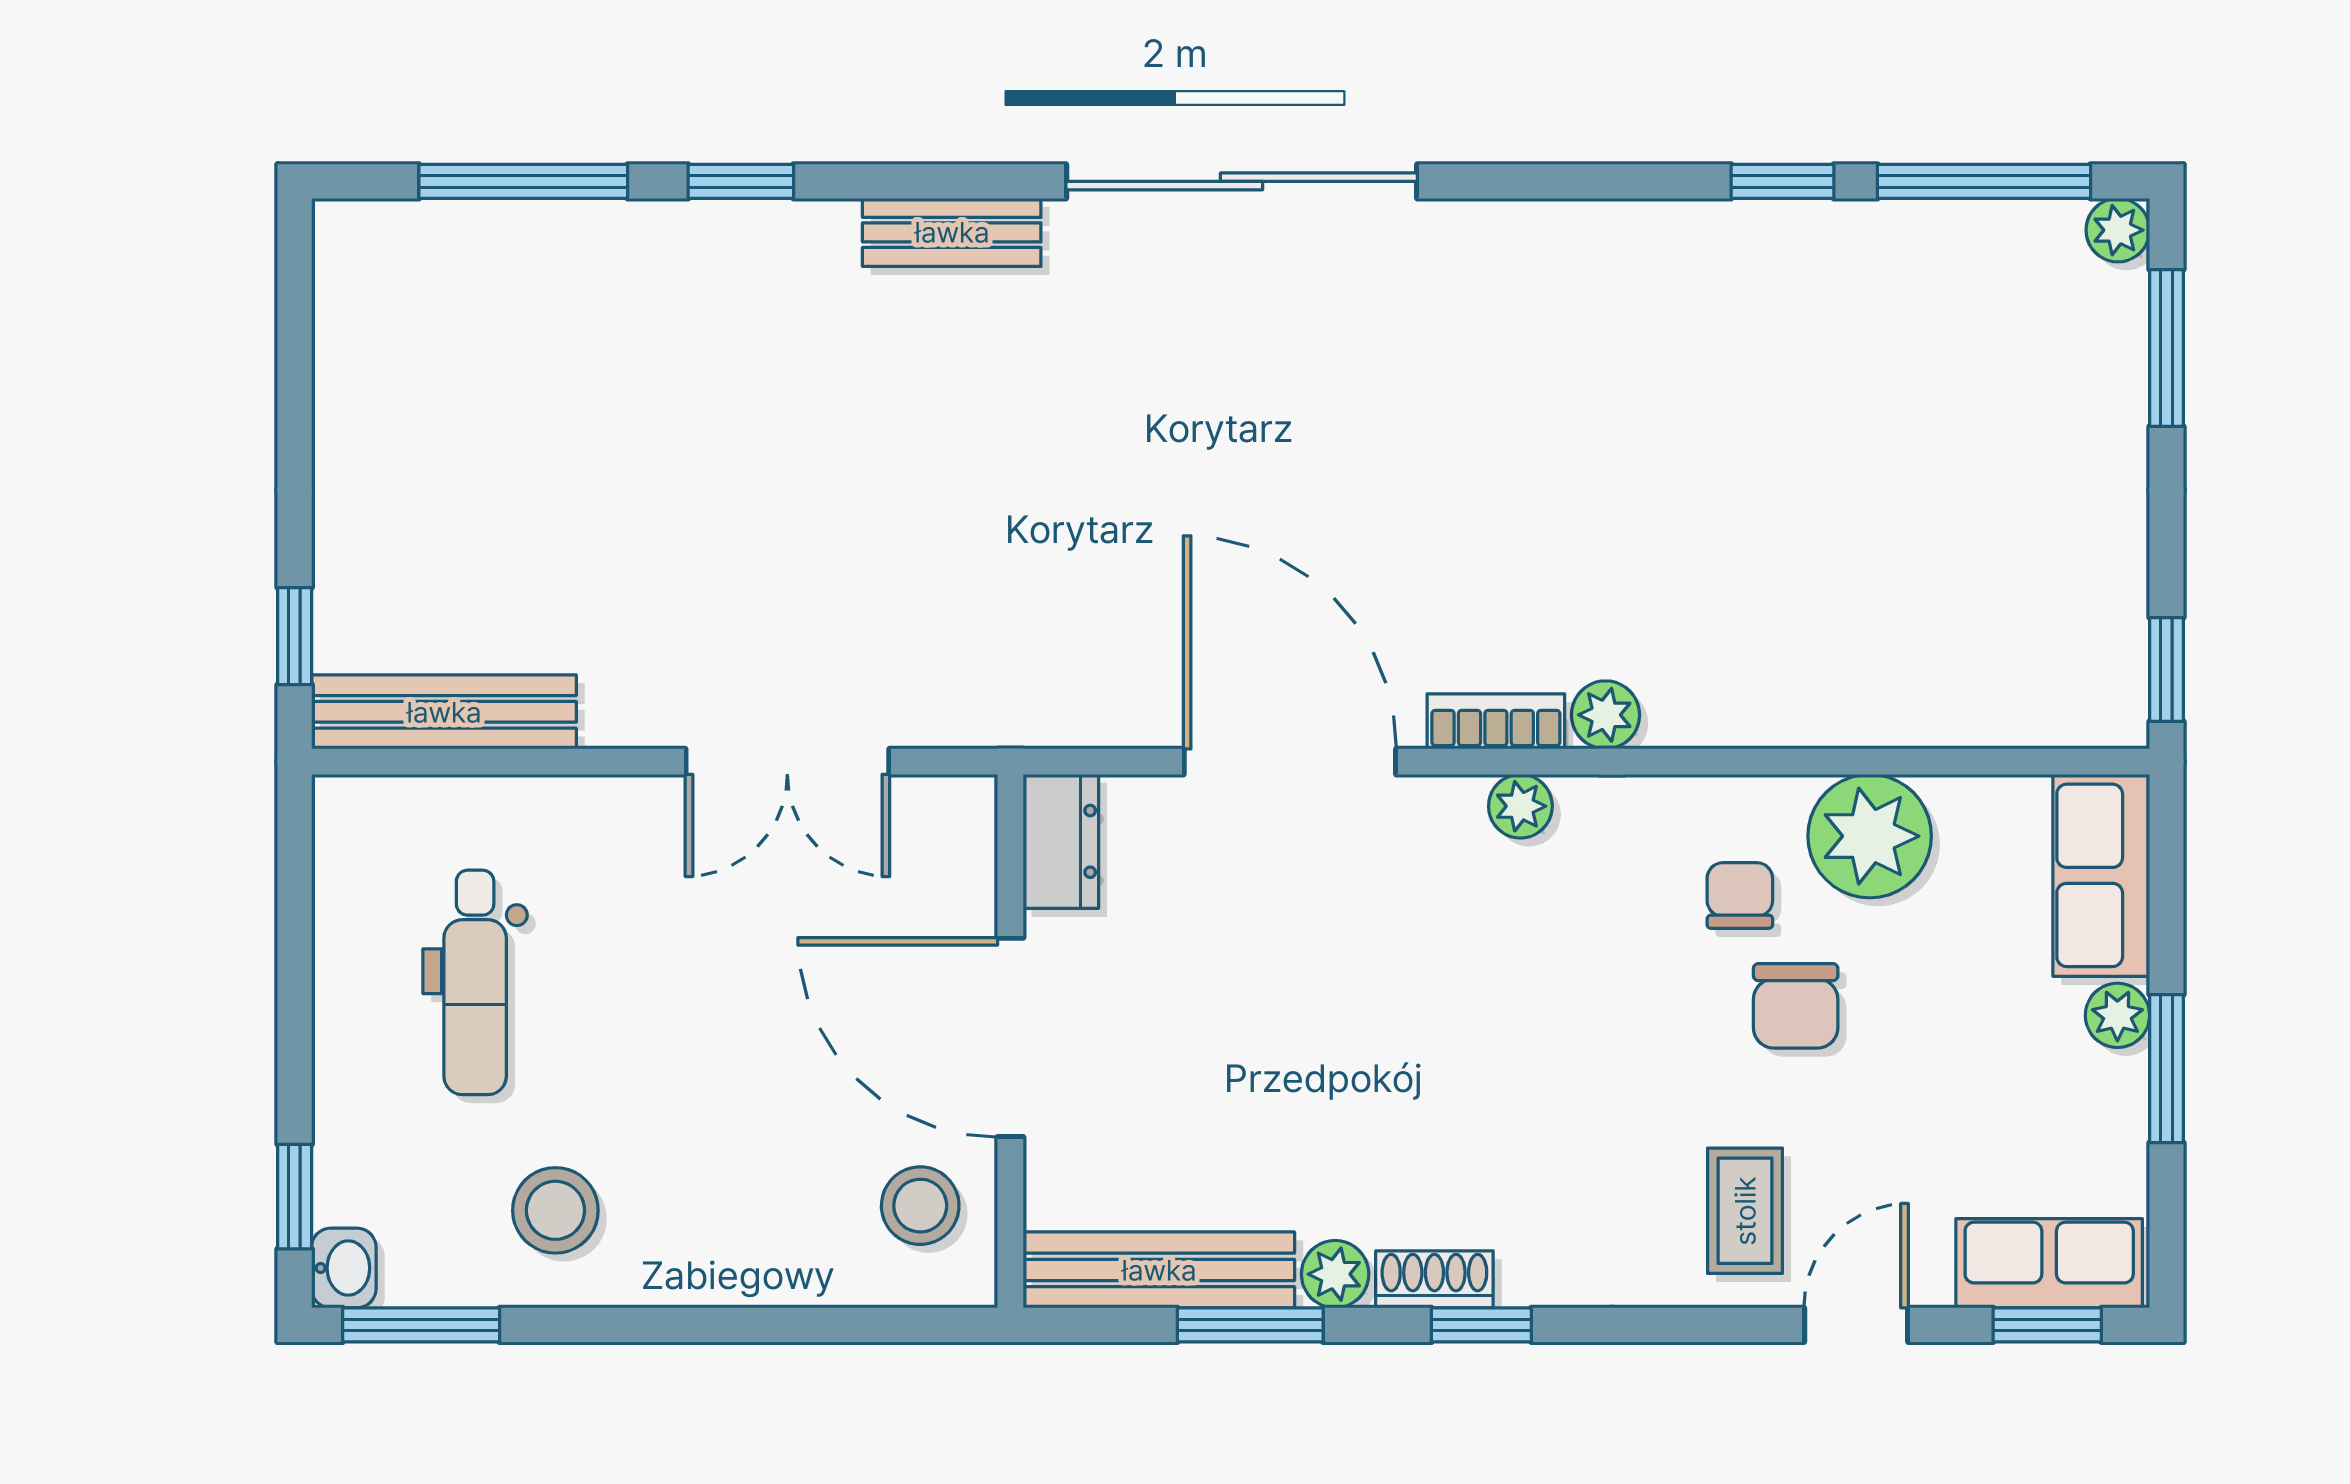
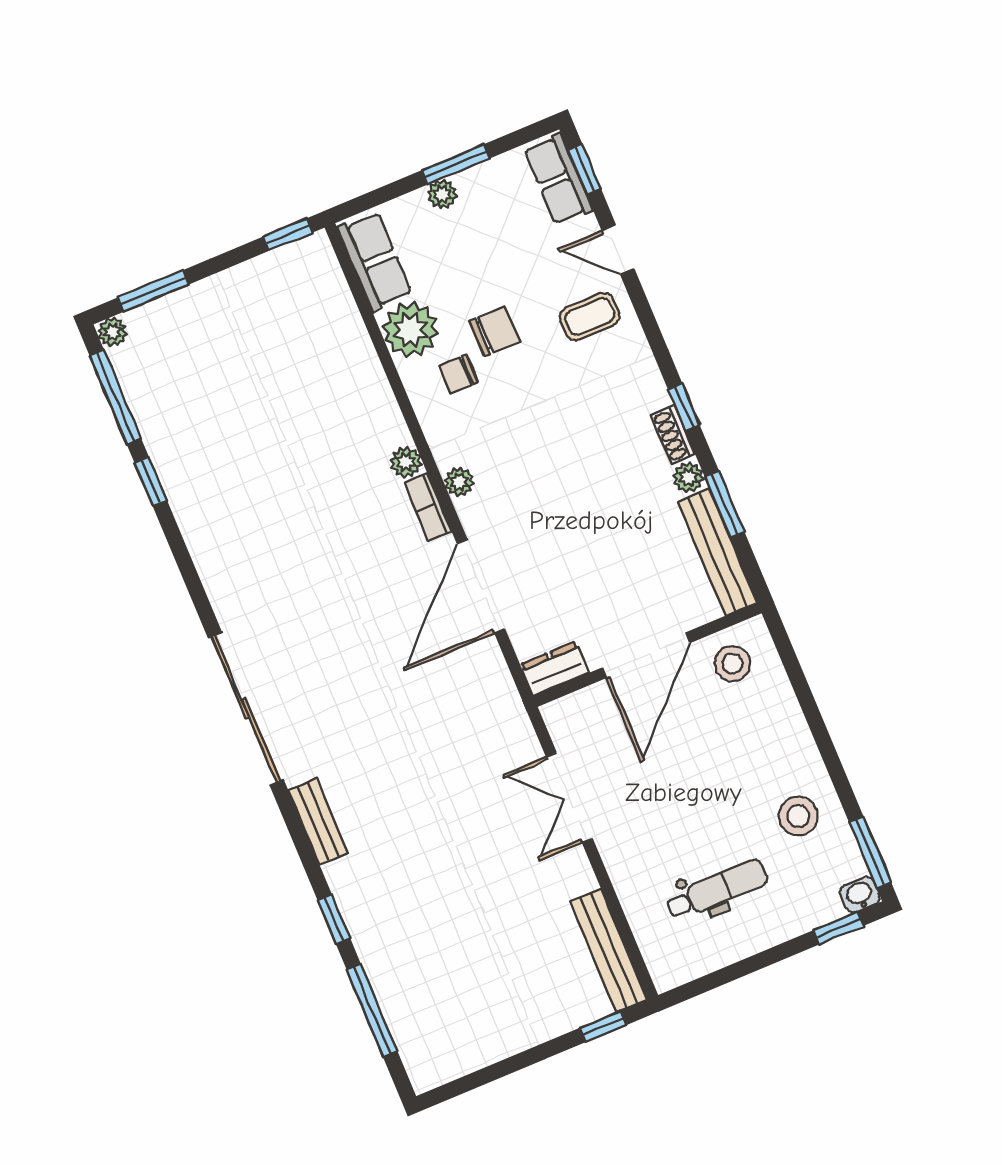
double door: (787, 762) -> (569, 797), swing flipped
row of seats: (2101, 875) -> (375, 261), moved, turned -90

